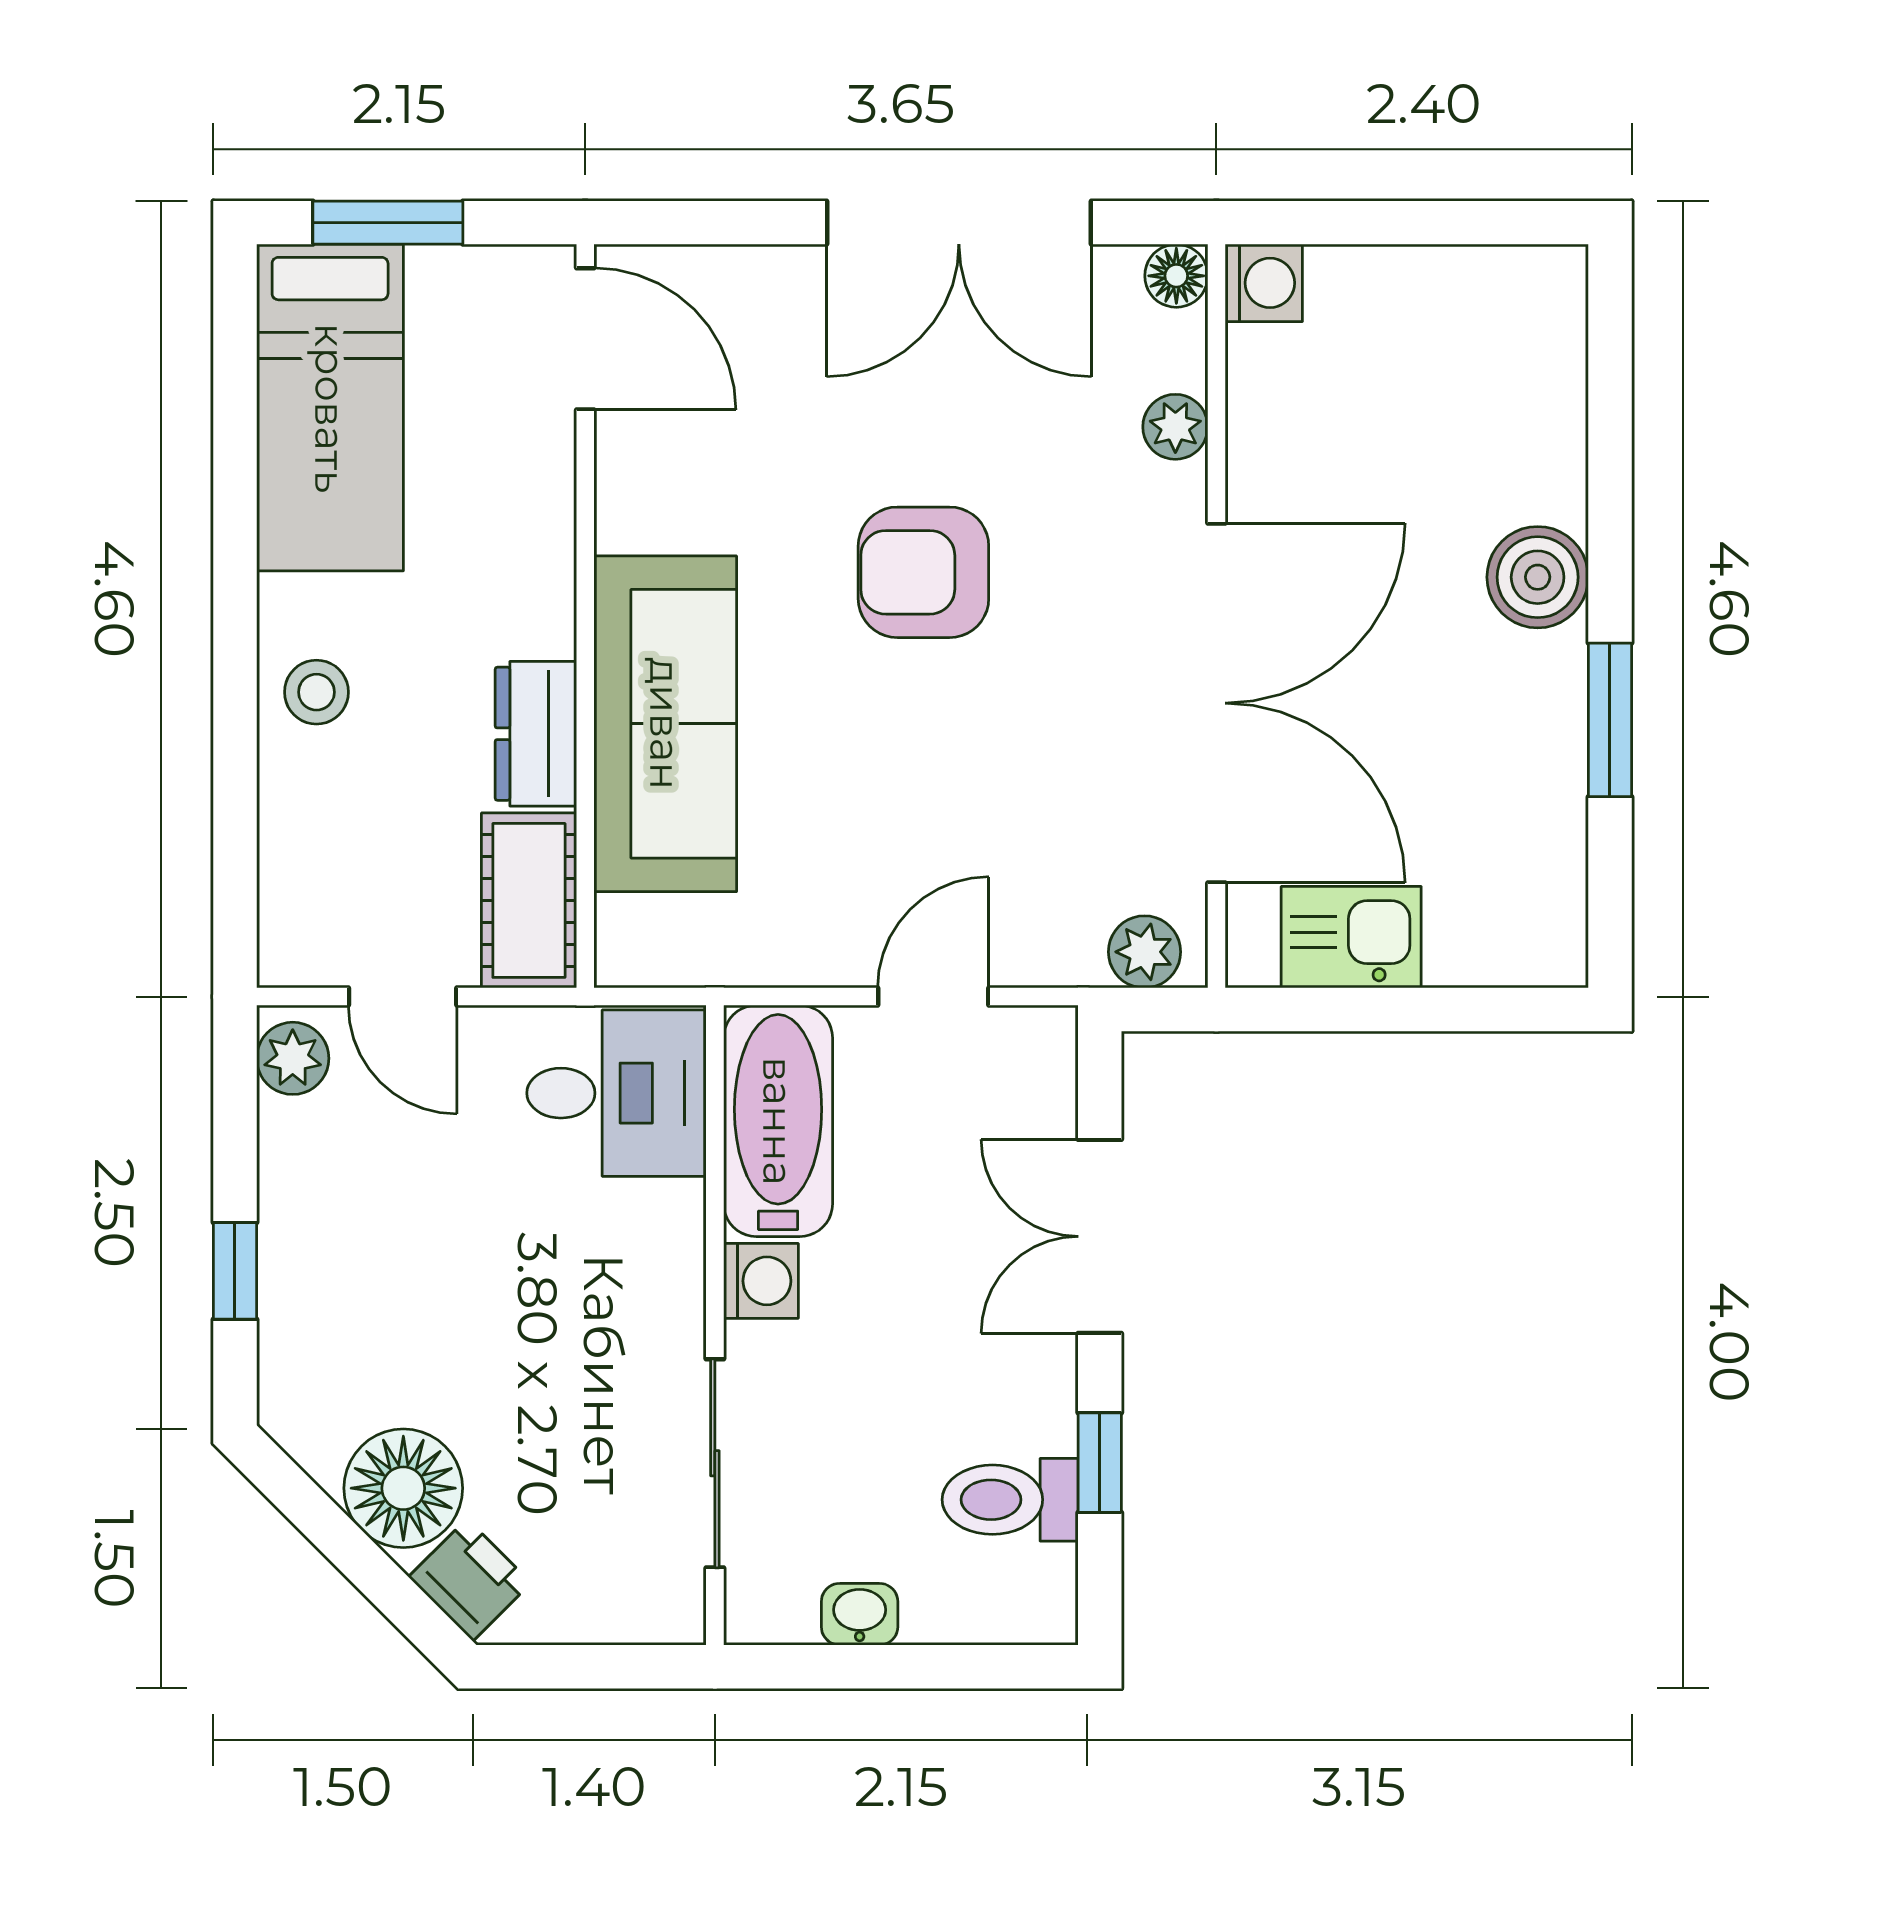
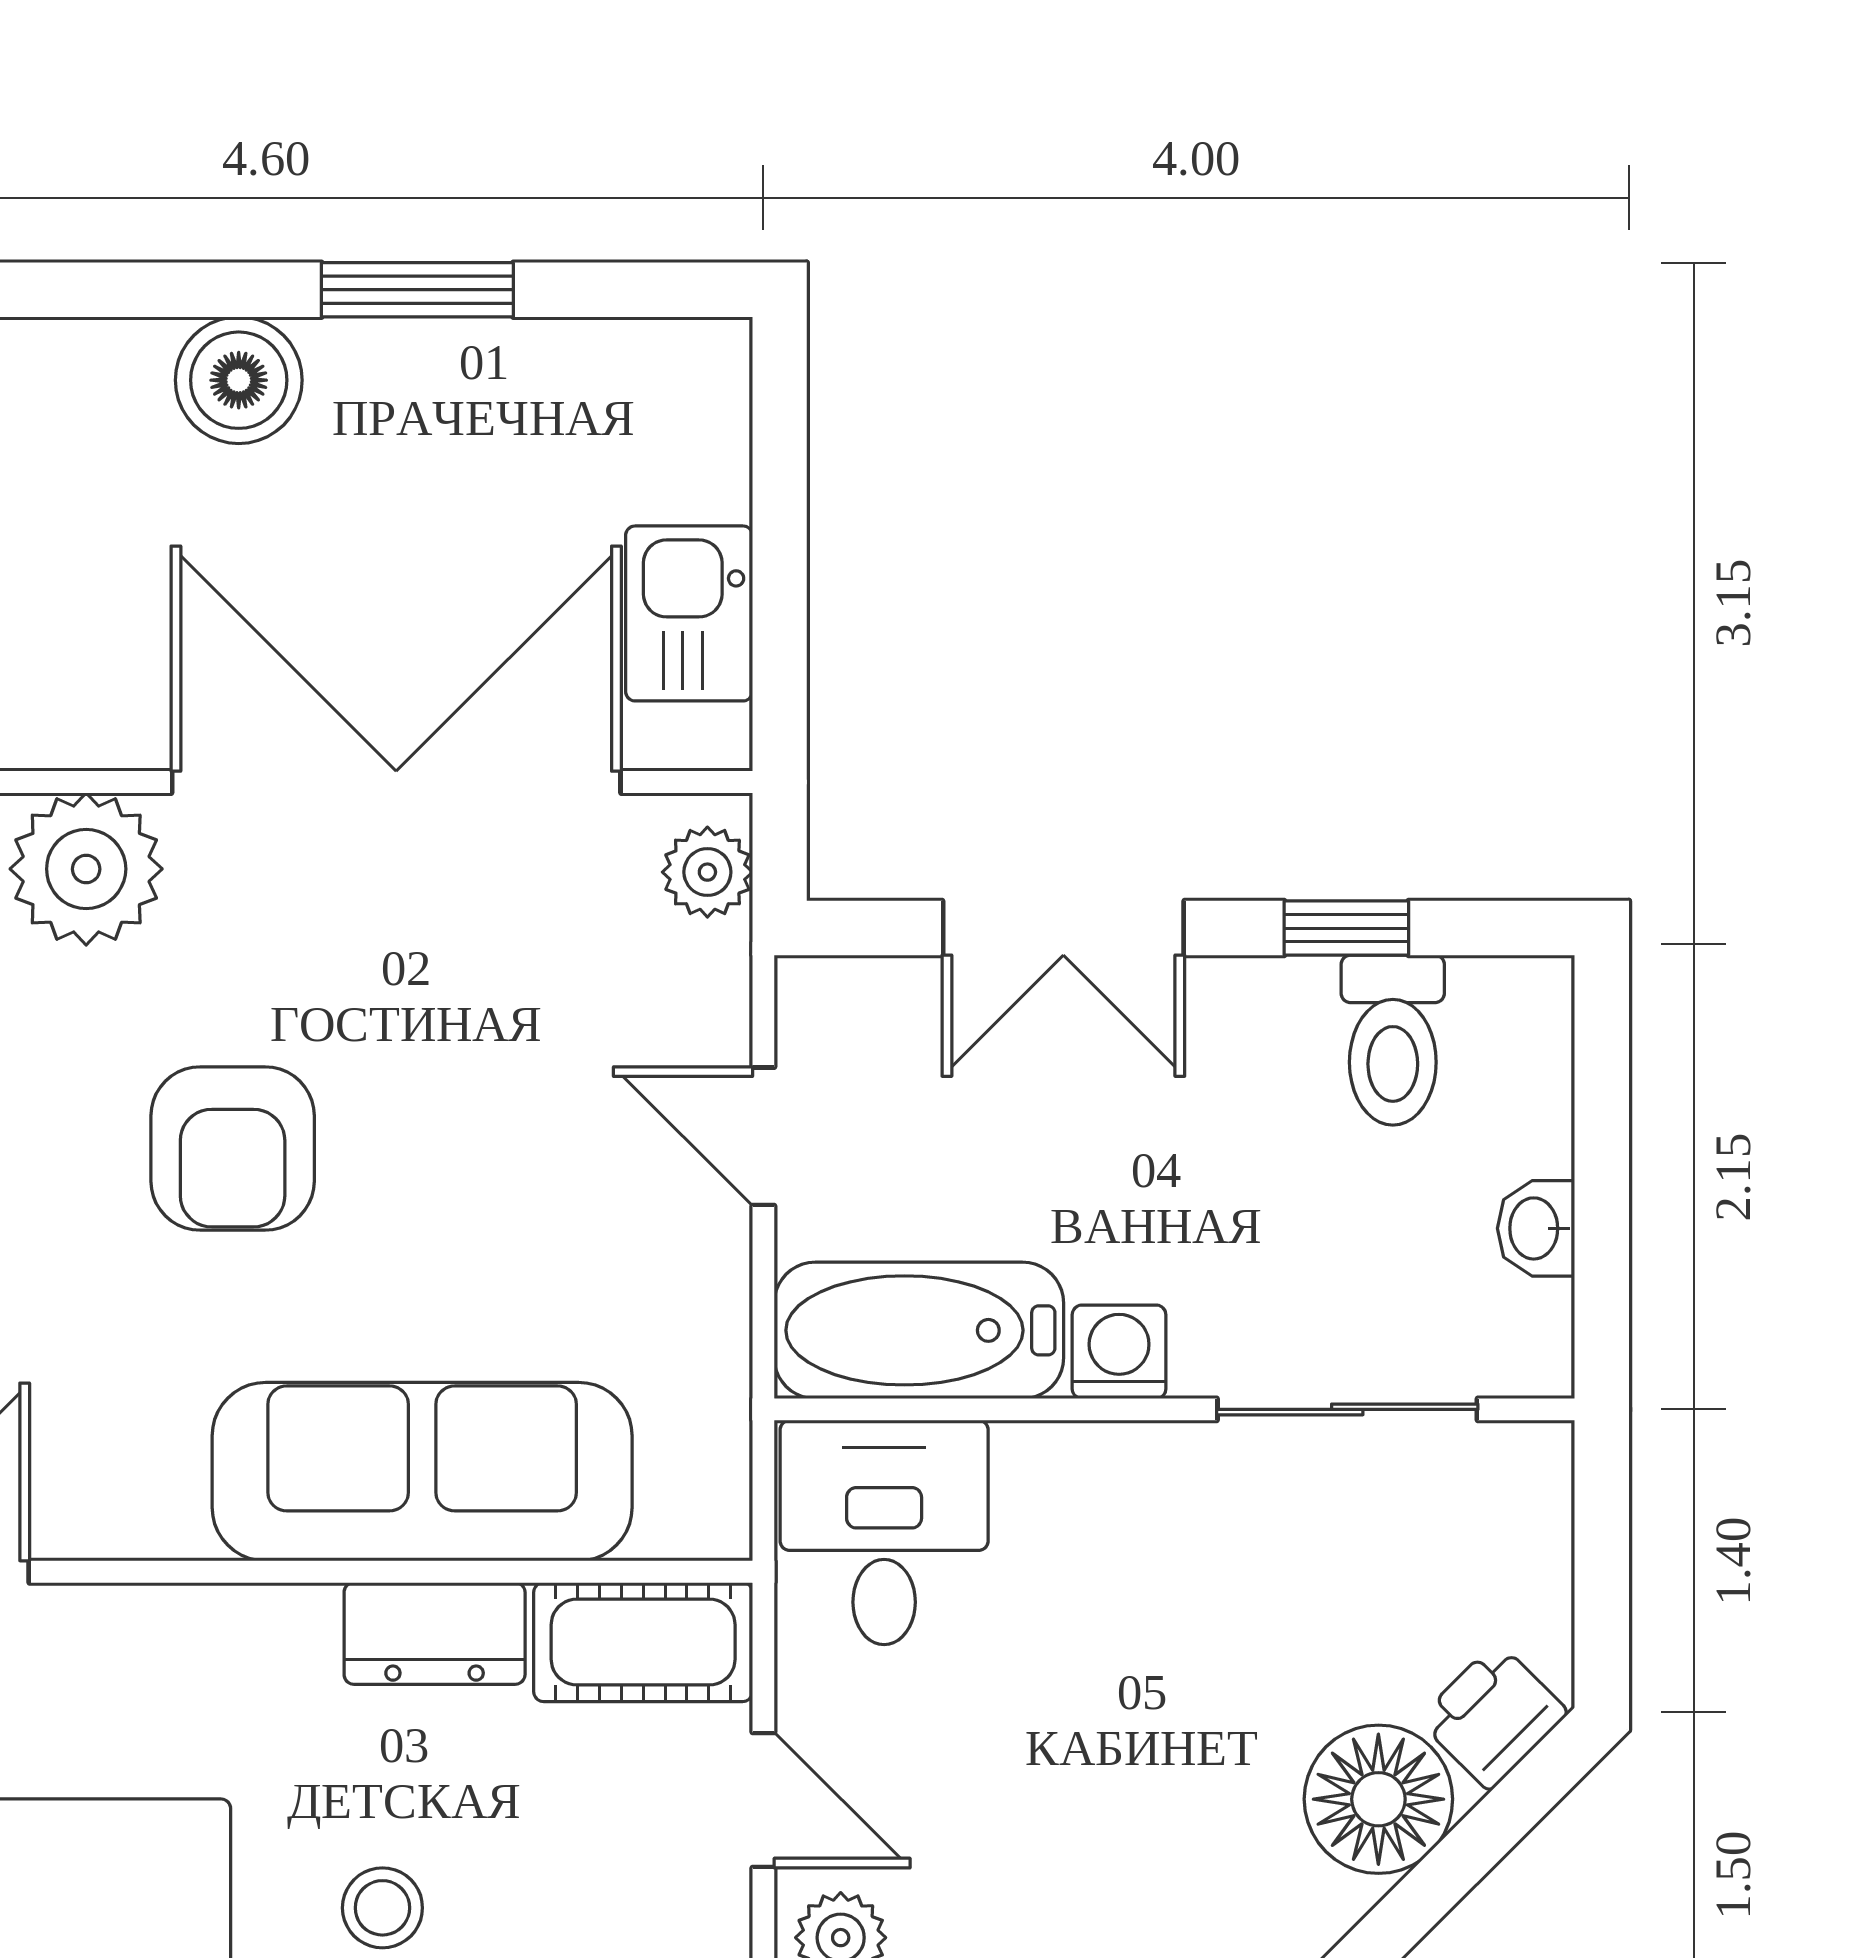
plant: (1175, 427) -> (86, 869), width x1.88, depth x1.88
door: (403, 997) -> (763, 1800), hinge flipped

